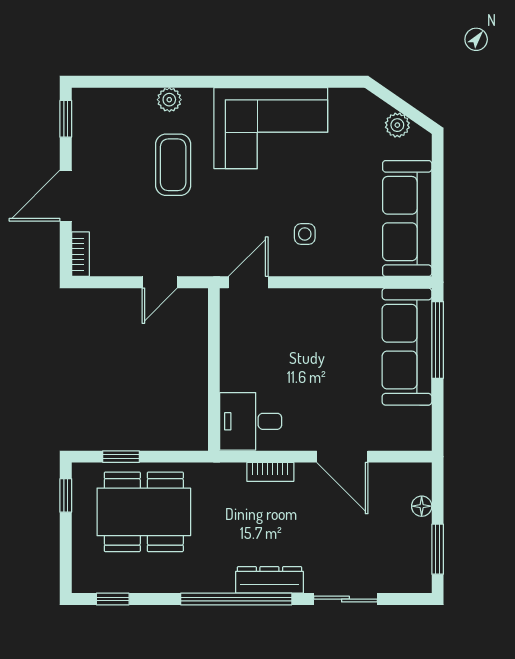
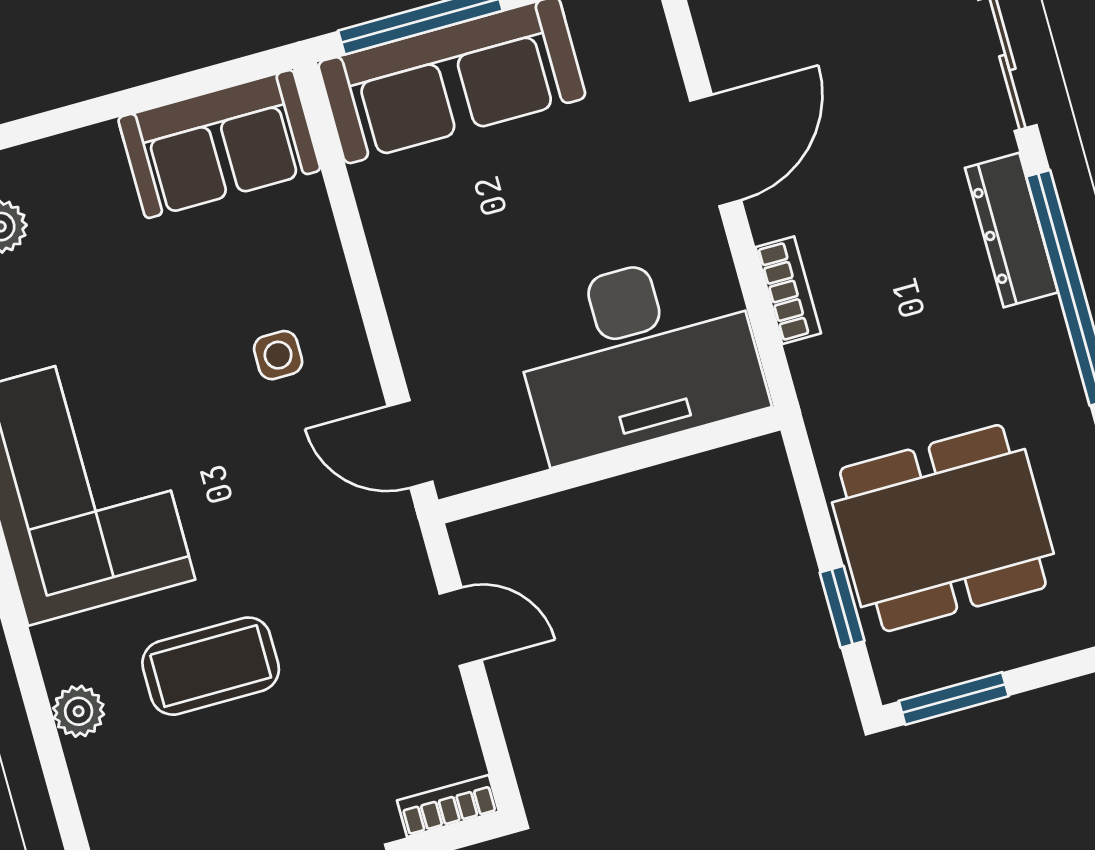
sofa: (407, 219) -> (219, 144), width x0.73
desk: (251, 421) -> (638, 355), width x1.87, depth x1.30
window: (66, 495) -> (954, 698), width x1.50
dining table: (144, 512) -> (943, 528), turned 90

